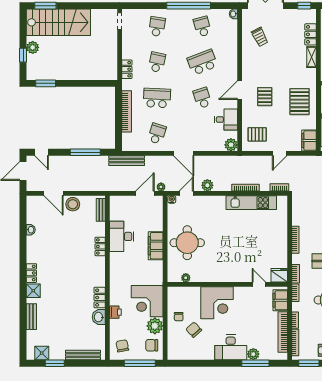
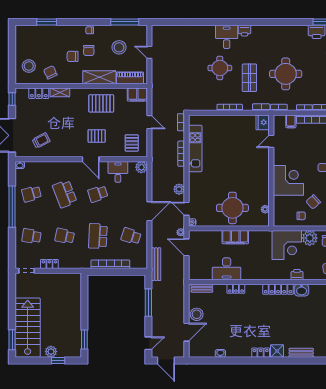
locker: (127, 69) -> (49, 264), moved
locker: (100, 298) -> (278, 289), width x1.53
filing cabinet: (280, 300) -> (291, 121), width x0.50

